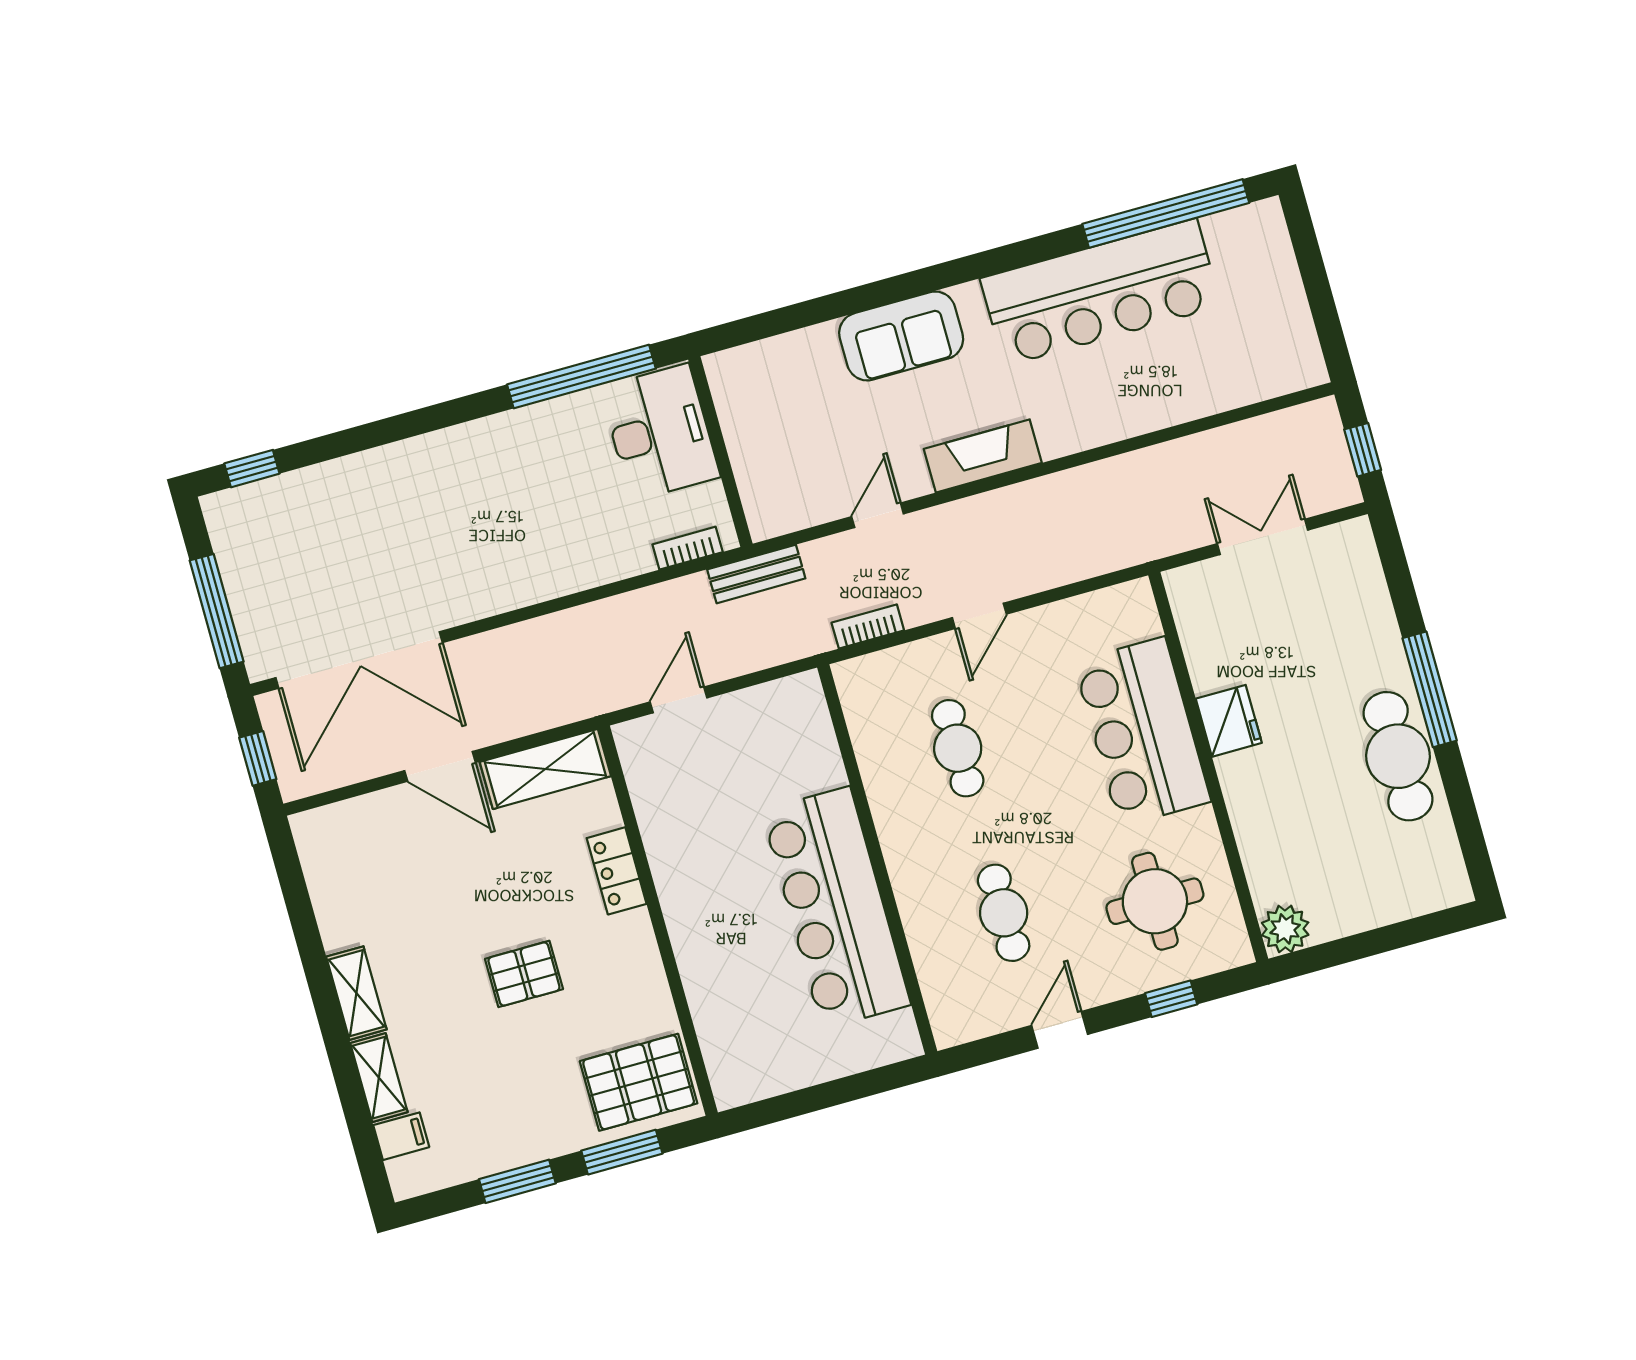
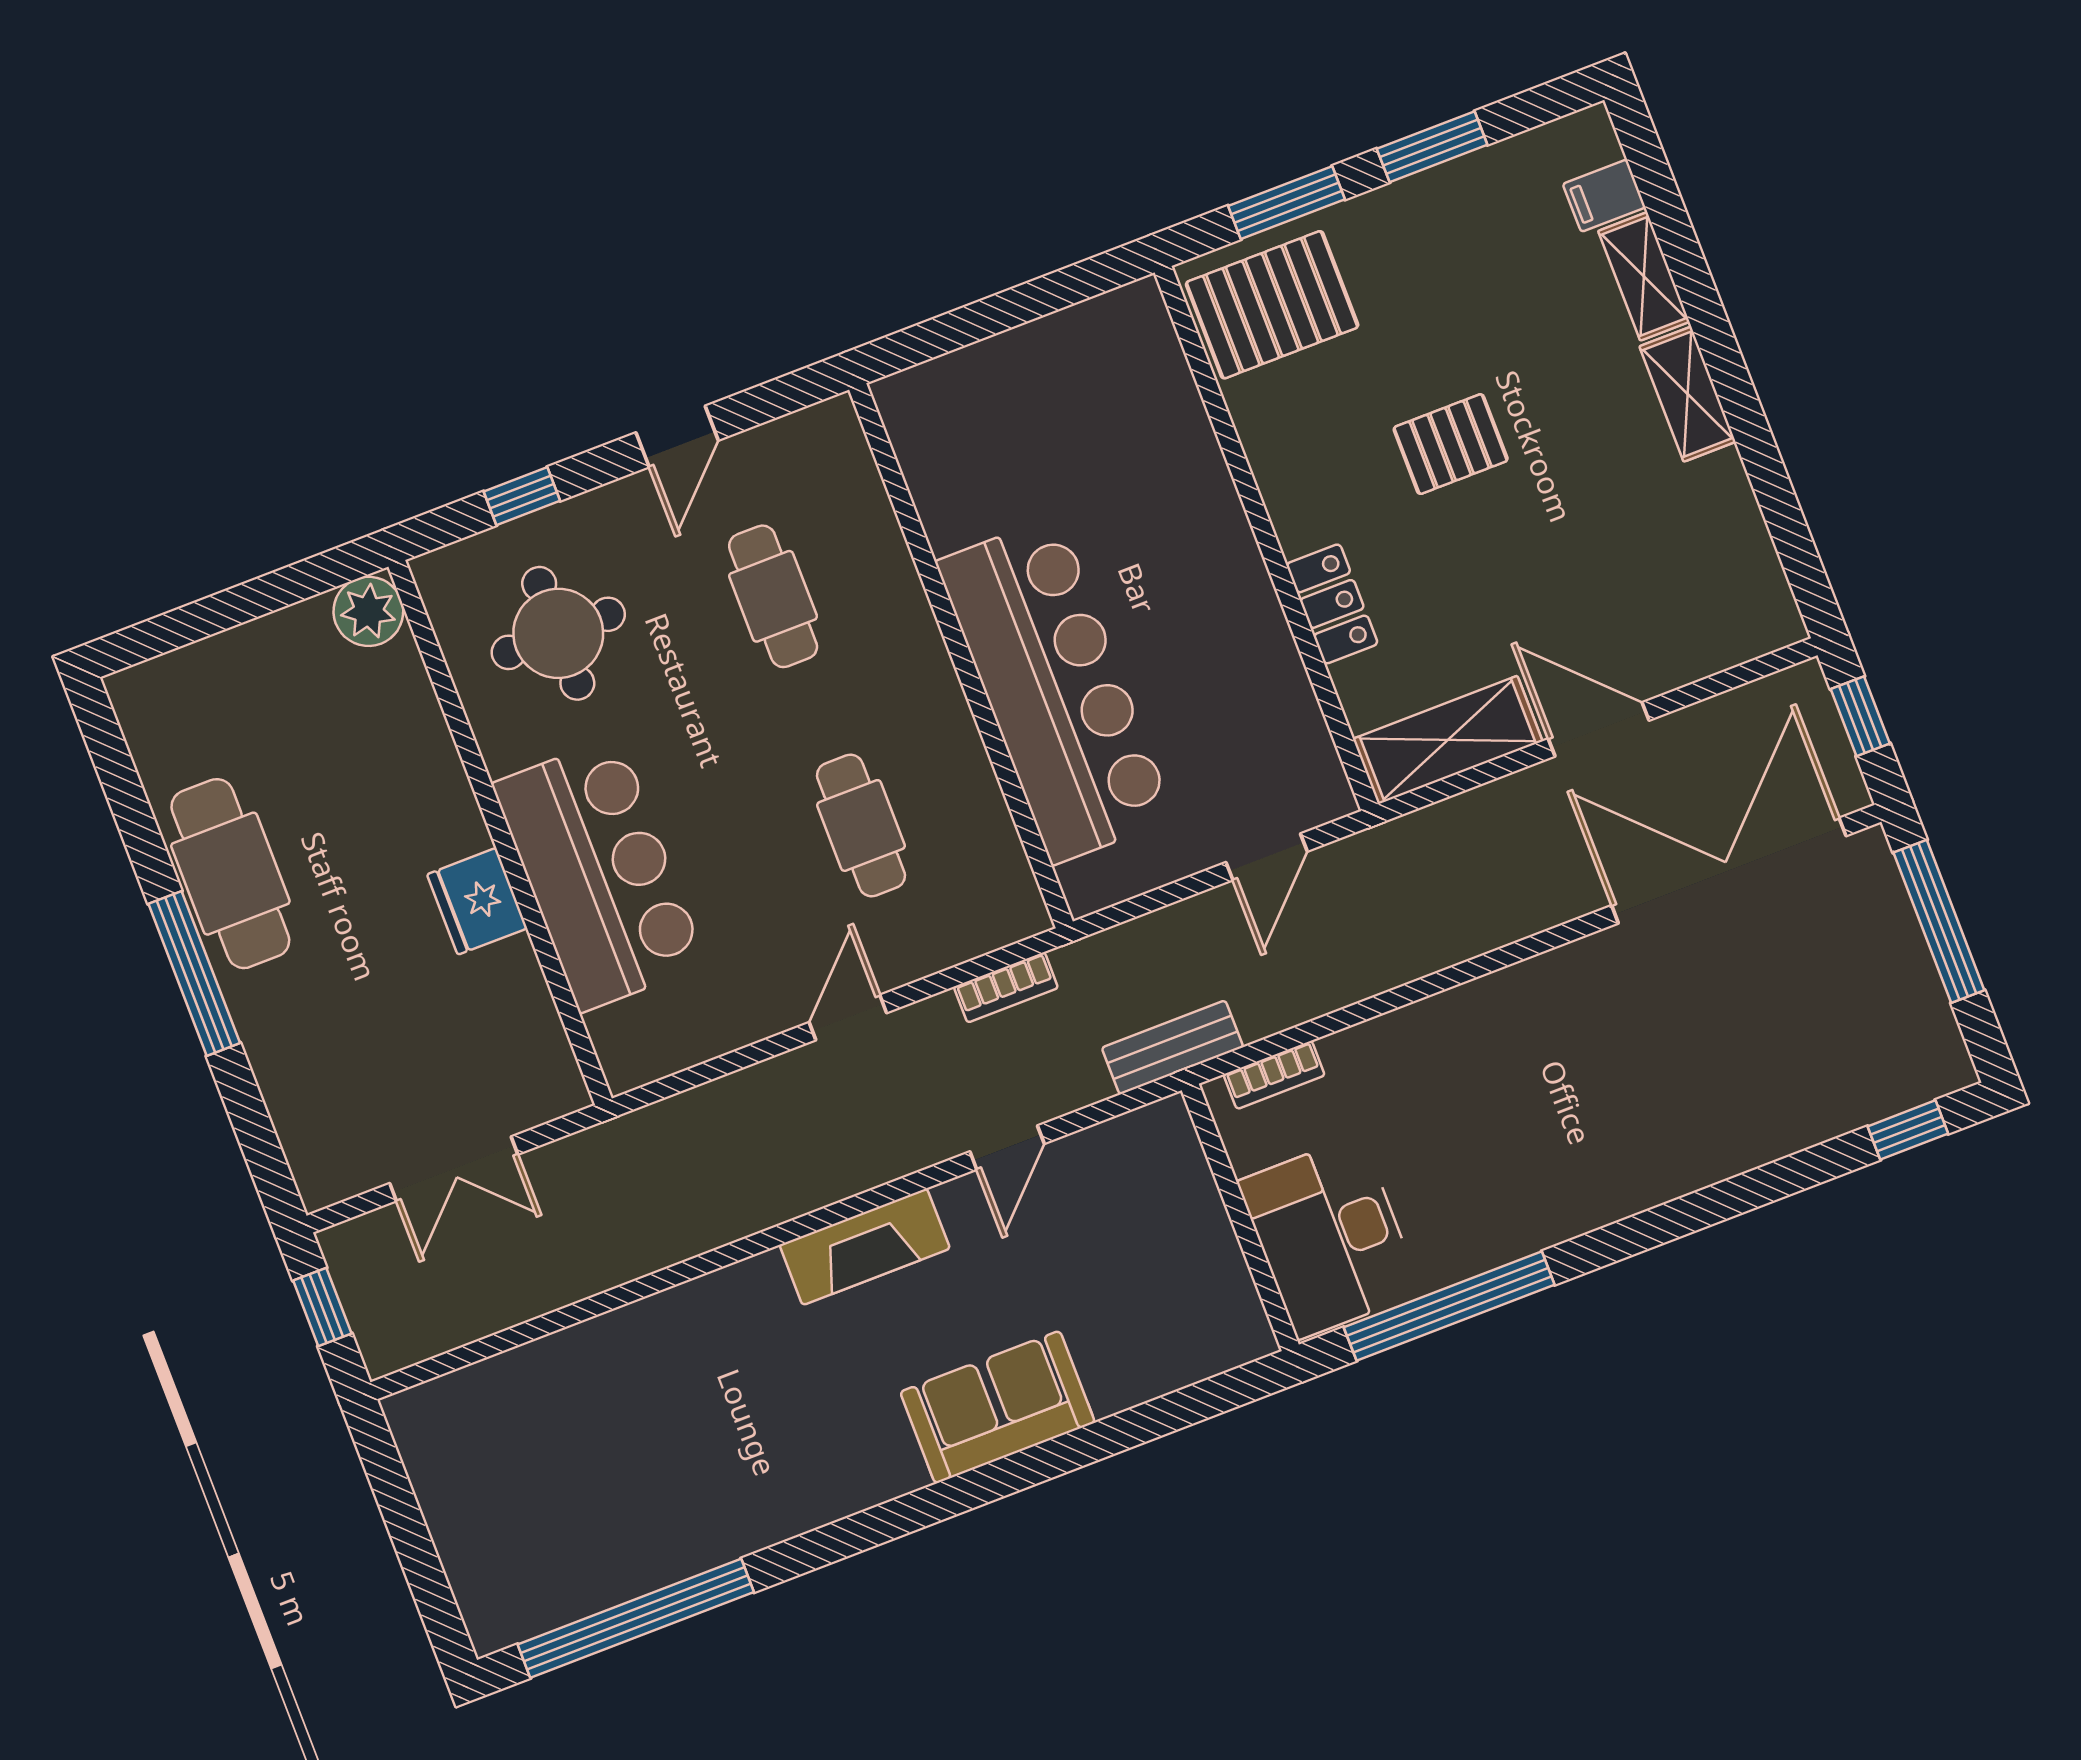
bar counter: (1100, 292) -> (718, 1497), removed
bar counter: (836, 908) -> (1055, 690), moved

